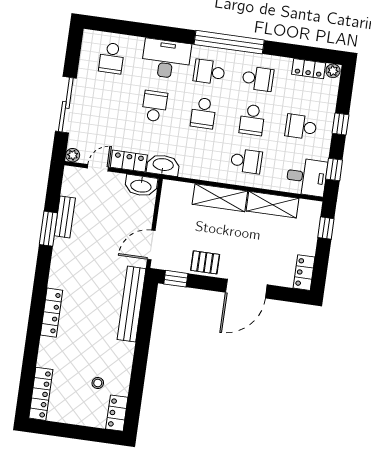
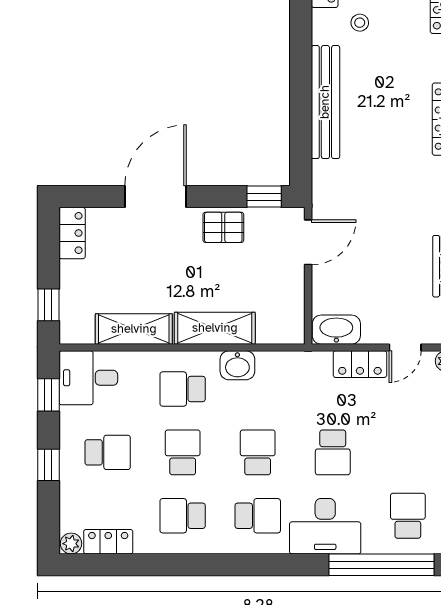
window: (229, 42) -> (382, 565), moved
washbasin: (163, 165) -> (237, 365), moved, width x0.72
bench: (132, 304) -> (325, 102), moved

